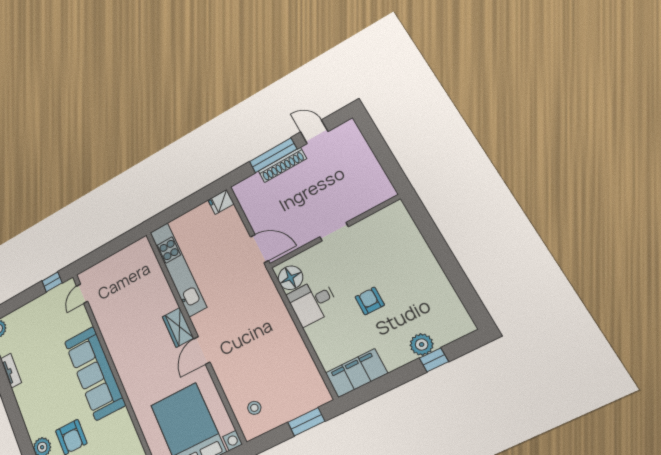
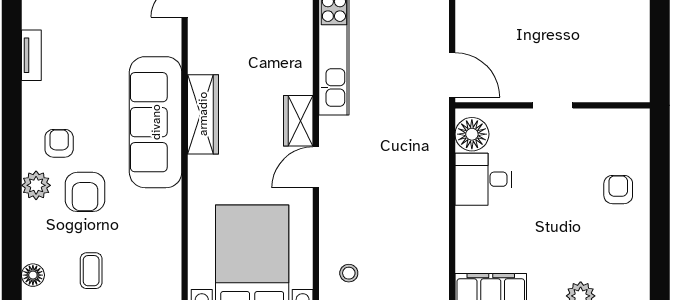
armchair: (370, 301) -> (618, 190), moved
wardrobe: (120, 354) -> (203, 114), added
armchair: (45, 415) -> (59, 143), added

